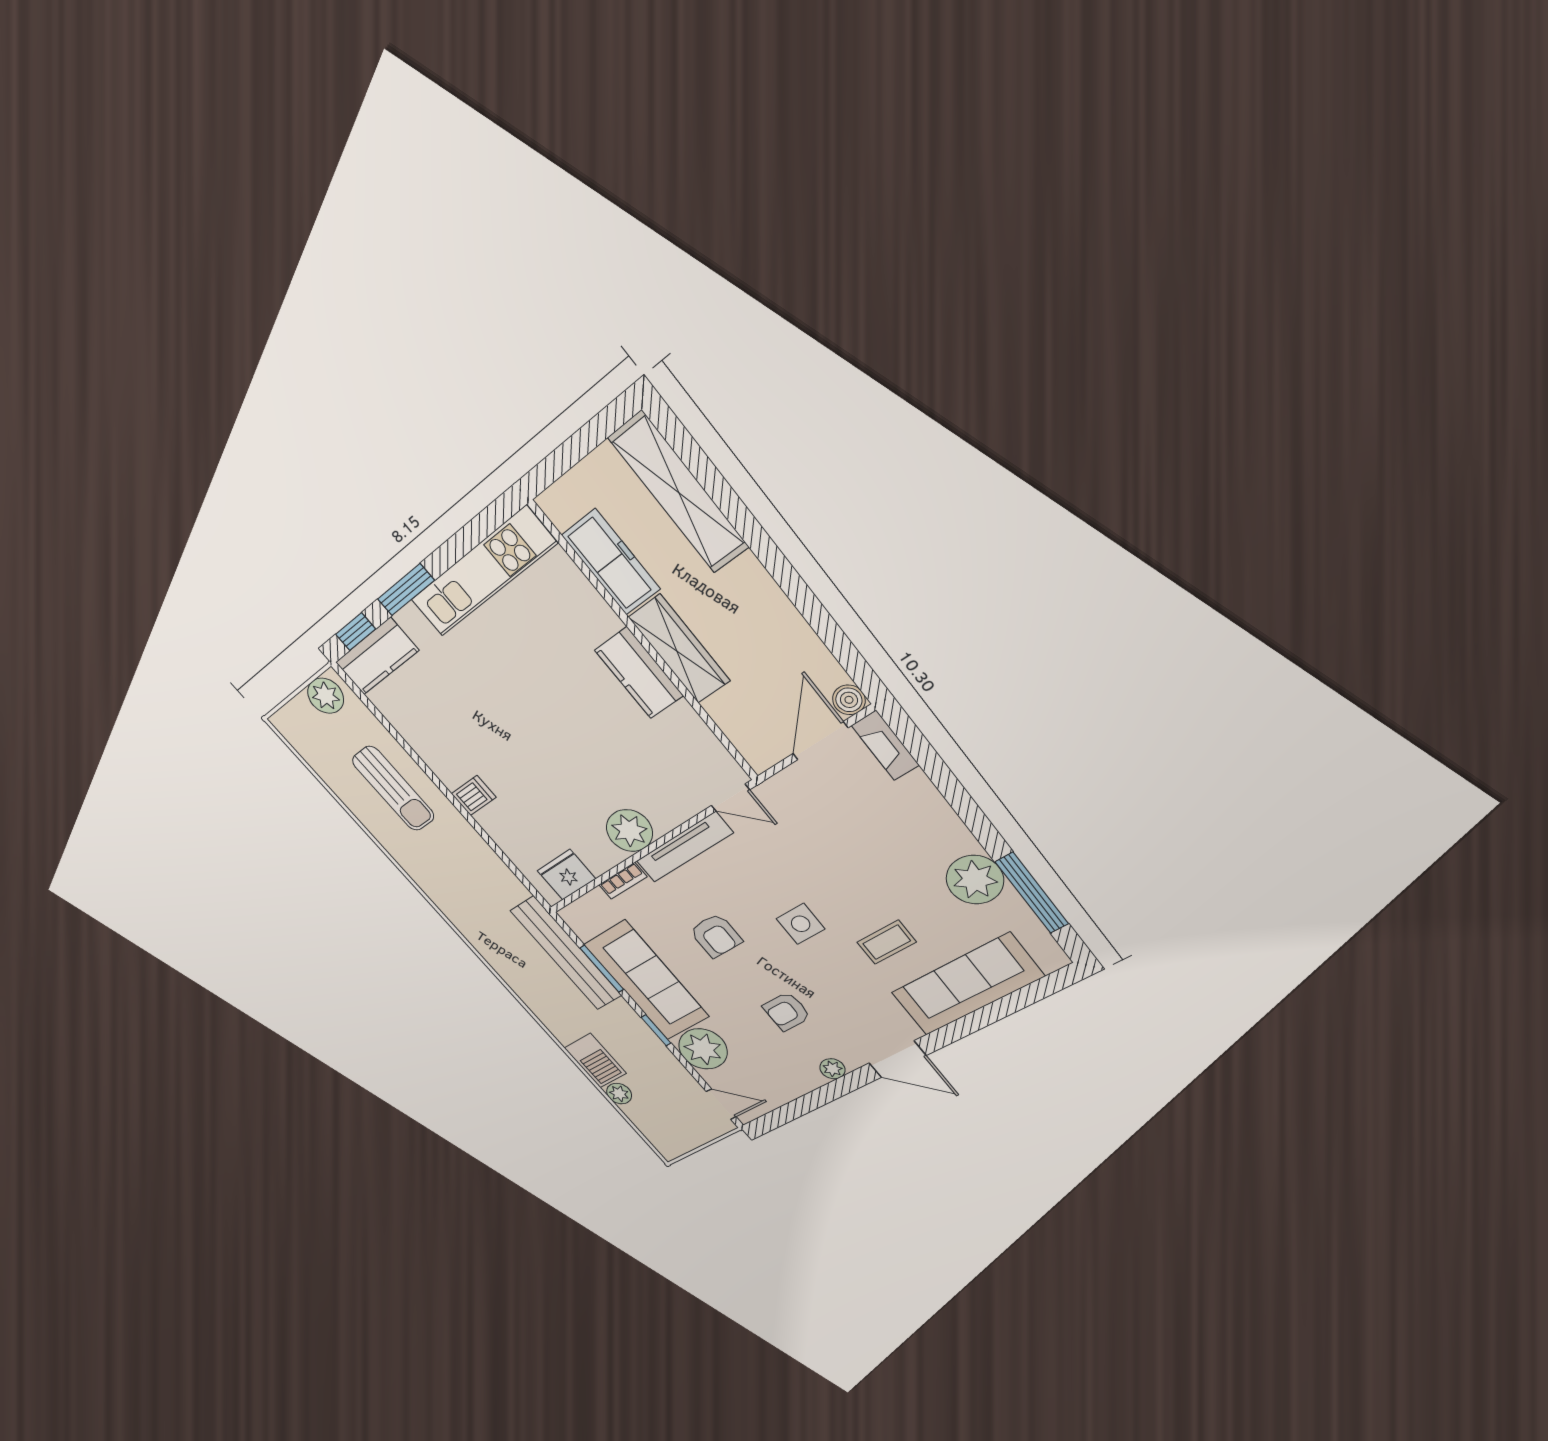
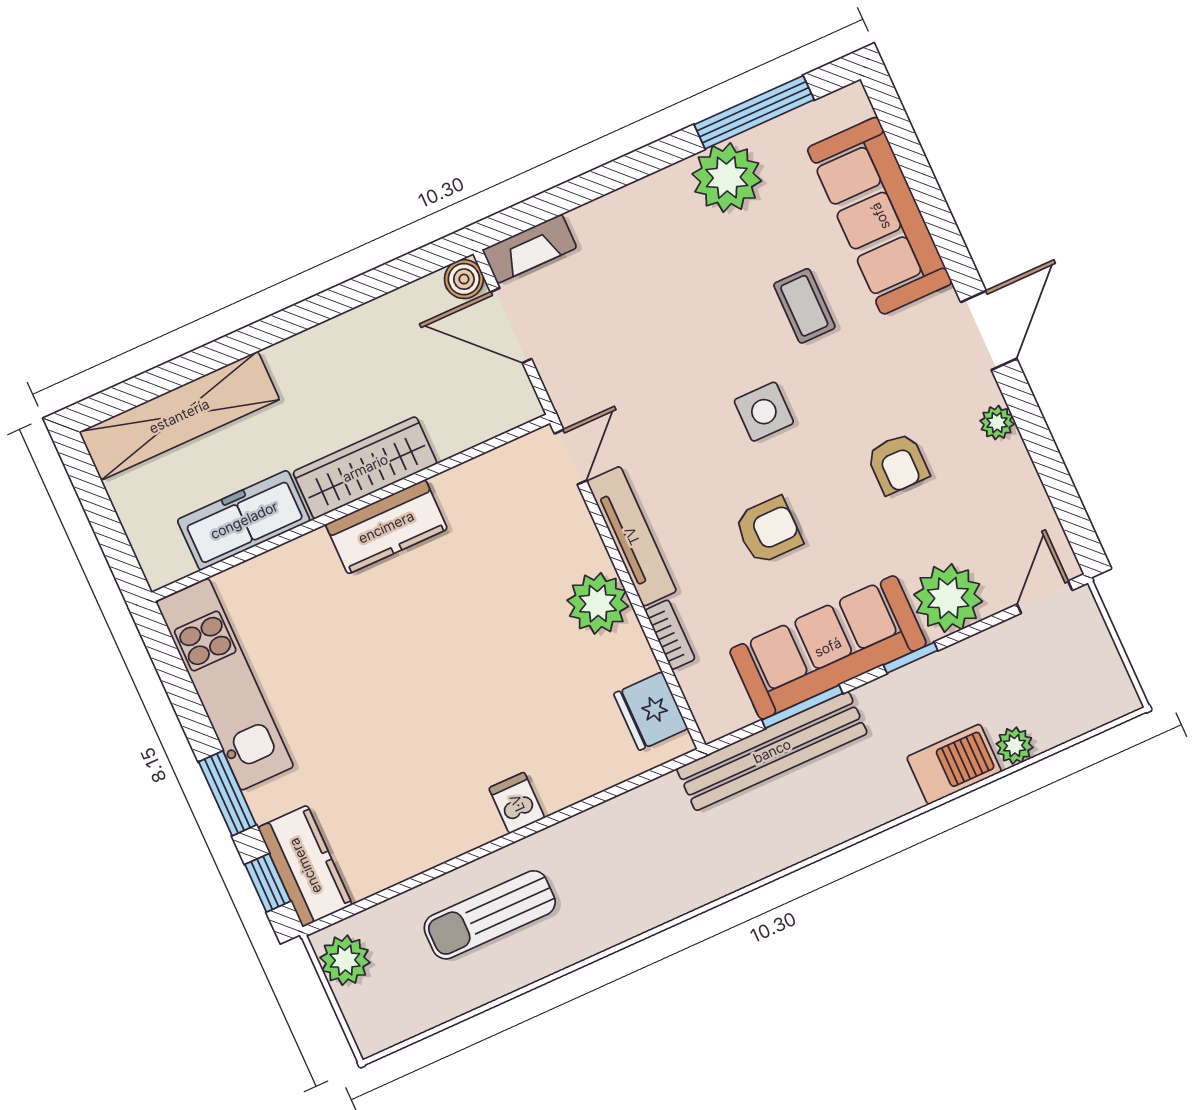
sun lounger: (393, 788) -> (490, 915), turned 180

